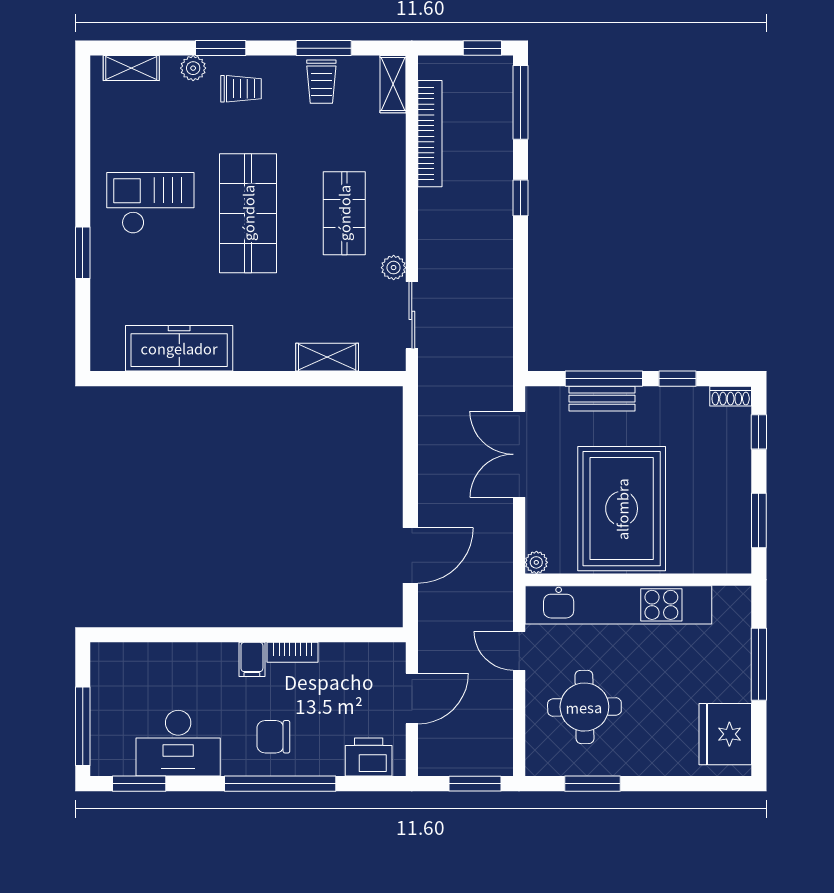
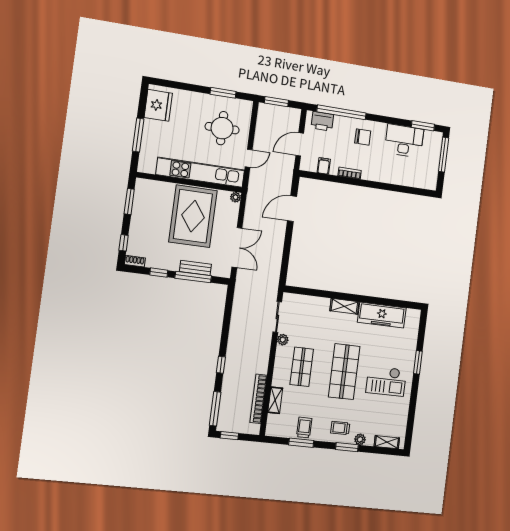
shelving: (393, 84) -> (275, 400), moved
shelving: (327, 357) -> (344, 306), moved
door: (519, 651) -> (249, 158), hinge flipped
filing cabinet: (252, 659) -> (324, 166), moved
window: (280, 784) -> (342, 112), moved

